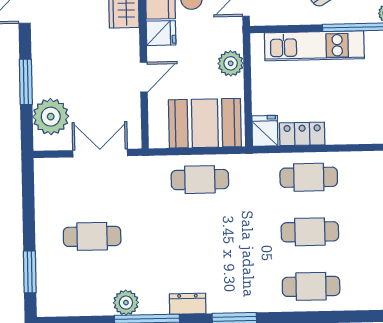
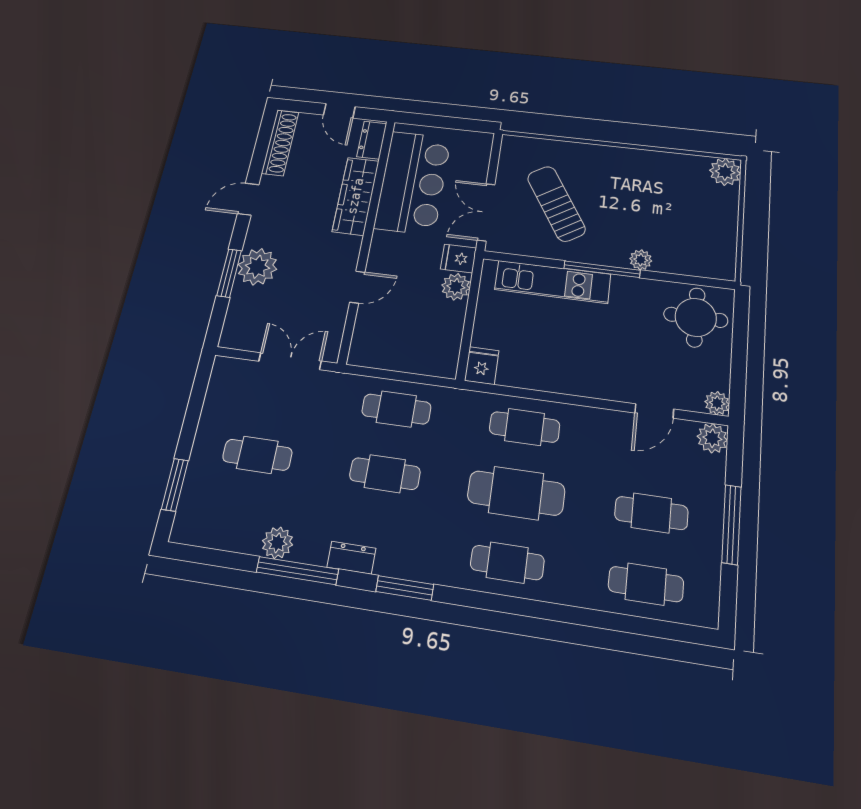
fridge: (161, 33) -> (458, 259), moved, turned 180
plant: (51, 117) -> (257, 267), moved
booth: (205, 123) -> (415, 347), removed
locker: (302, 134) -> (524, 376), removed
cafe table: (310, 232) -> (516, 493), width x1.37, depth x1.35
cafe table: (201, 234) -> (385, 474), added

